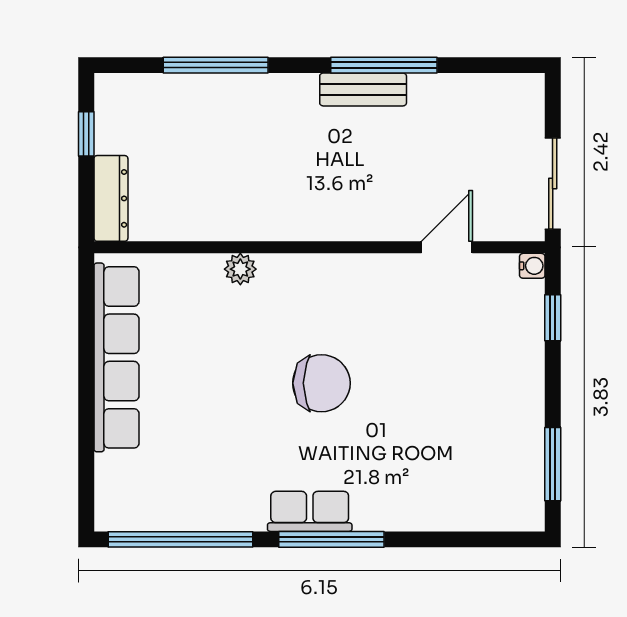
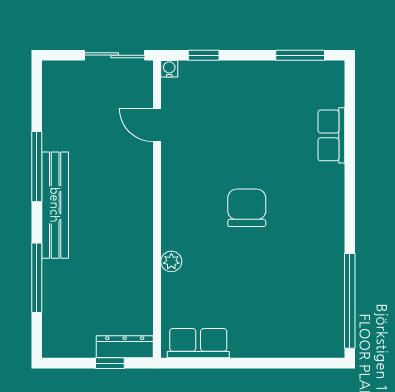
bench: (363, 89) -> (55, 205), width x1.86, depth x1.21
window: (86, 134) -> (110, 363), moved
row of seats: (117, 357) -> (198, 343), width x0.50
row of seats: (310, 511) -> (331, 135), moved
window: (331, 539) -> (350, 201), removed

